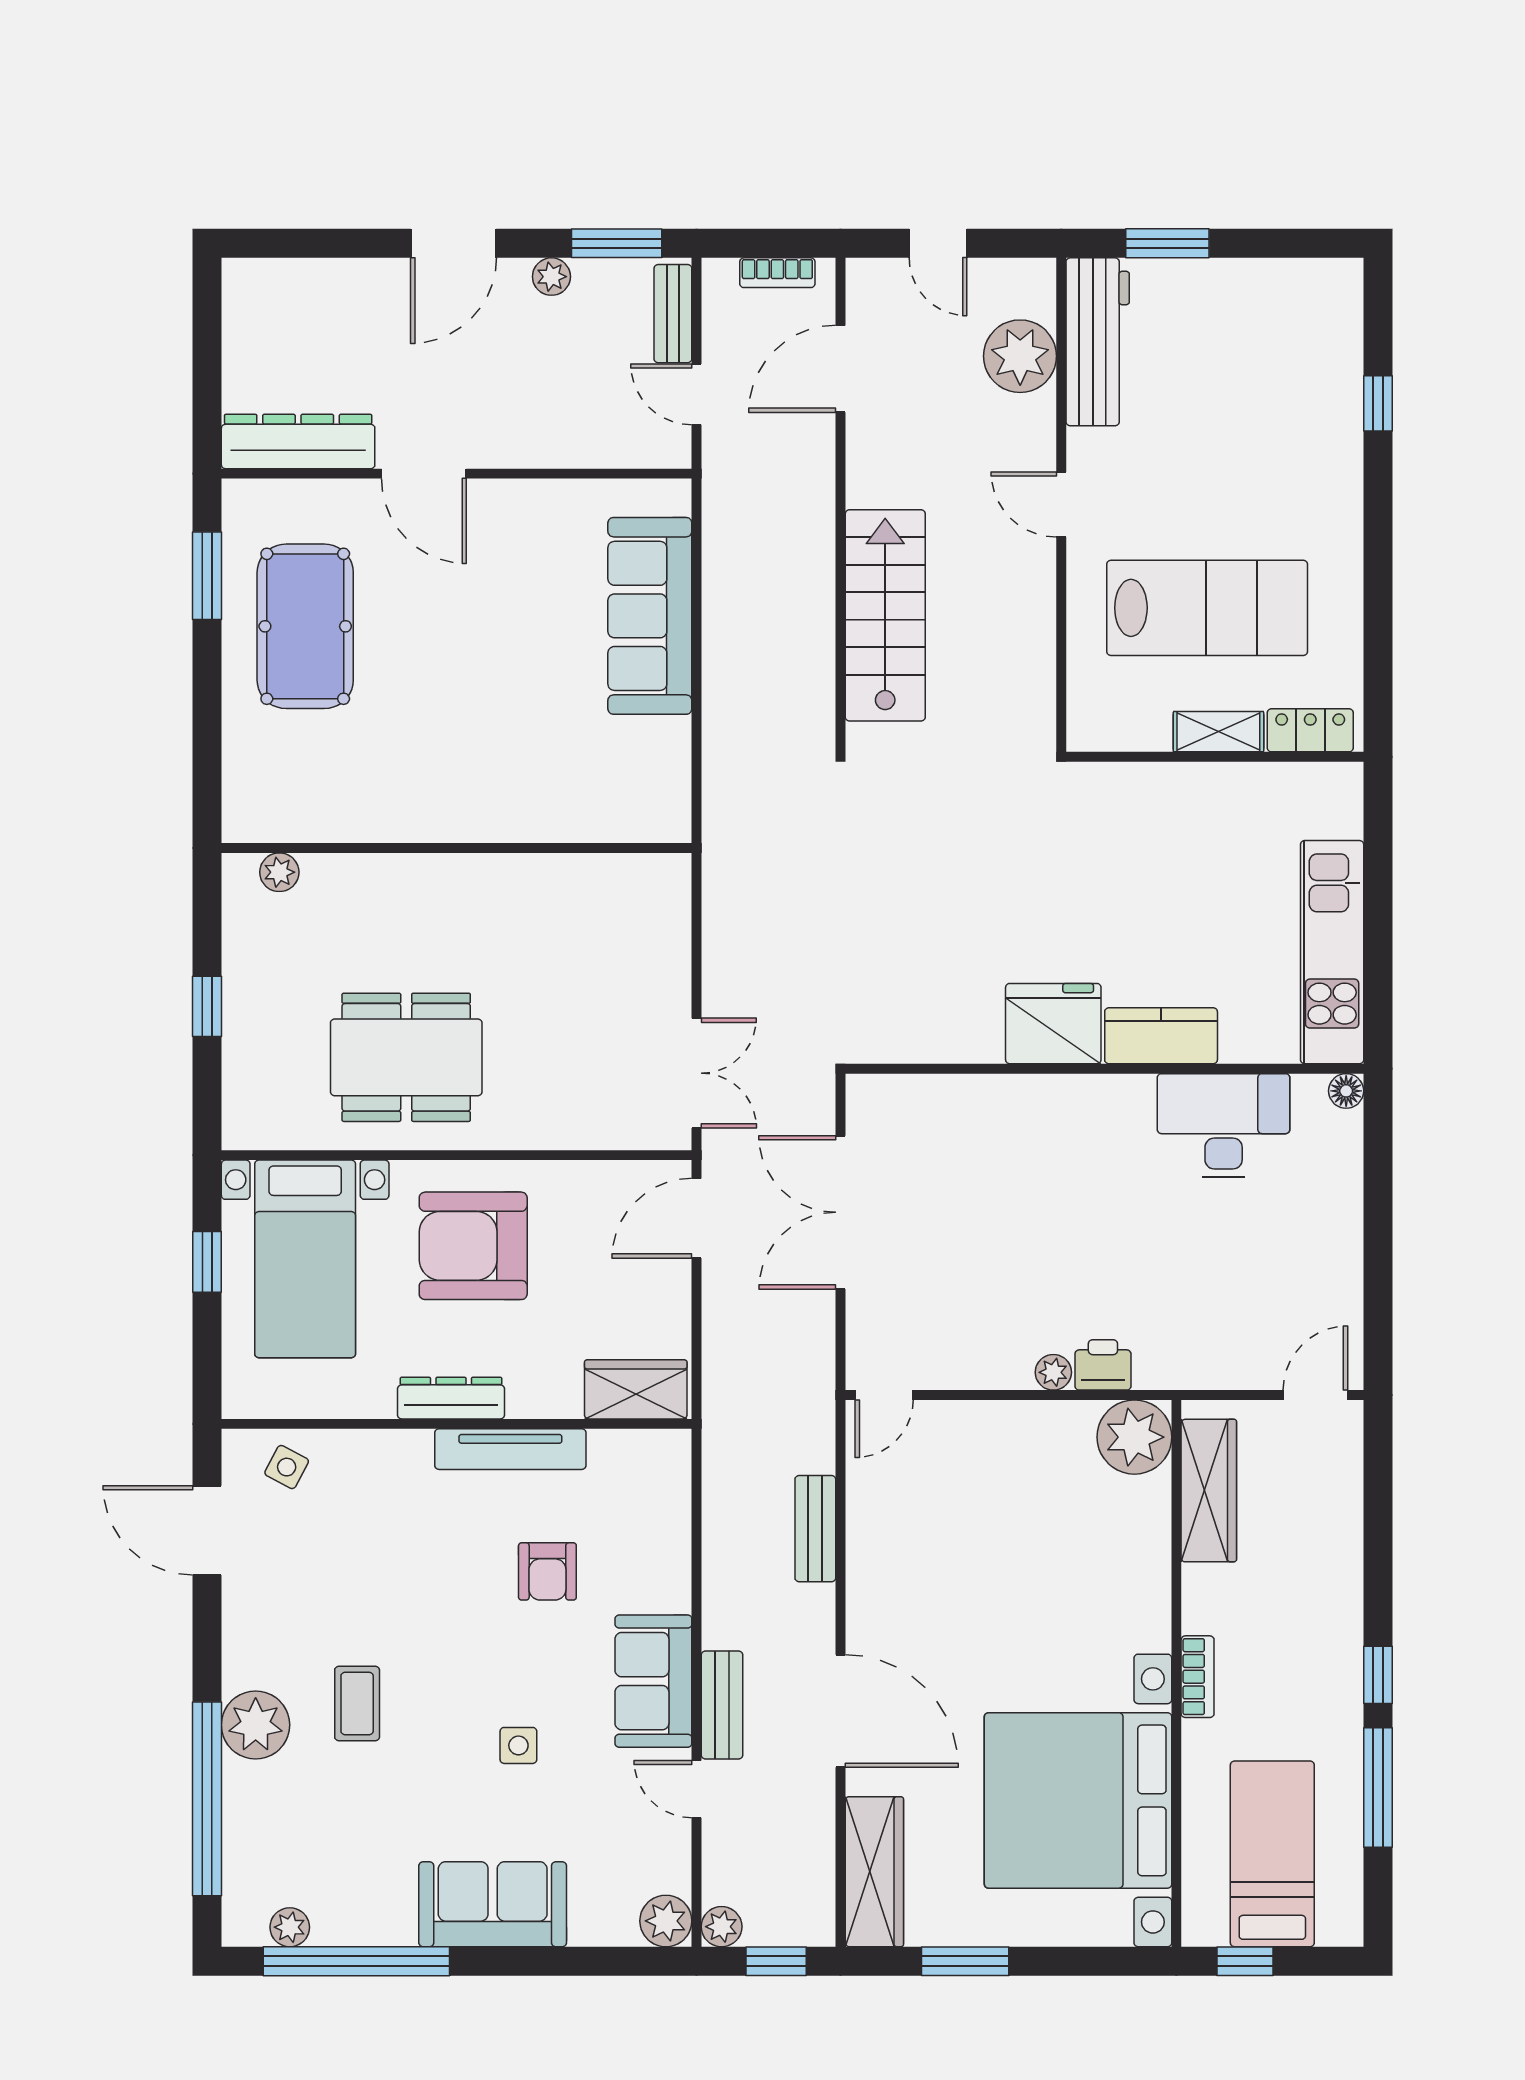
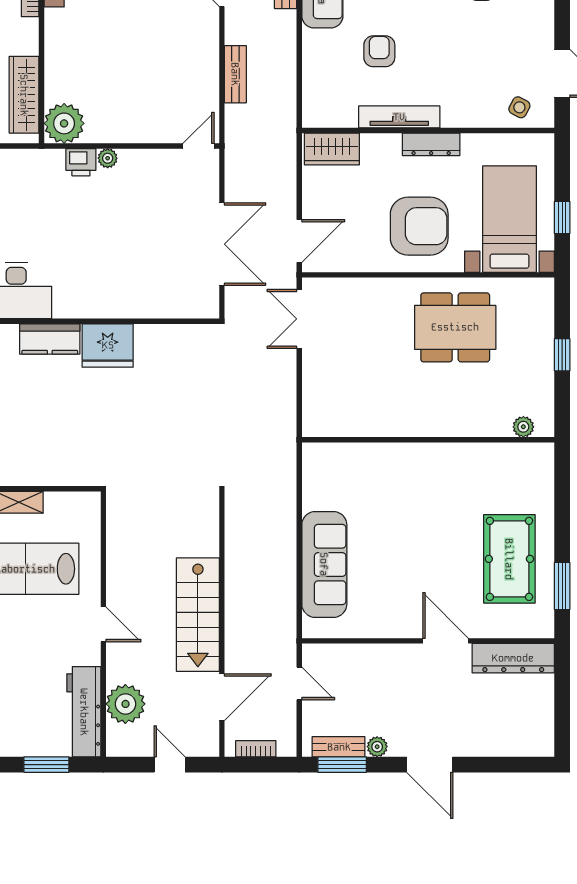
door: (453, 243) -> (430, 765), swing flipped
bench: (673, 314) -> (339, 747), moved, turned 90
stairs: (885, 615) -> (198, 615), moved

